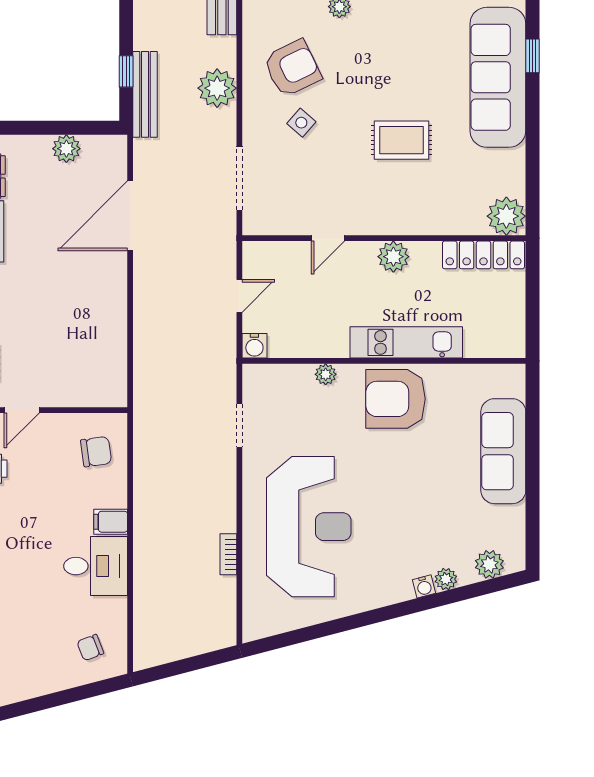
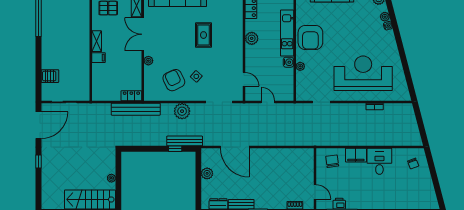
door: (328, 238) -> (244, 79), moved
water cooler: (254, 346) -> (288, 62), moved
filing cabinet: (111, 522) -> (356, 155), width x2.00

